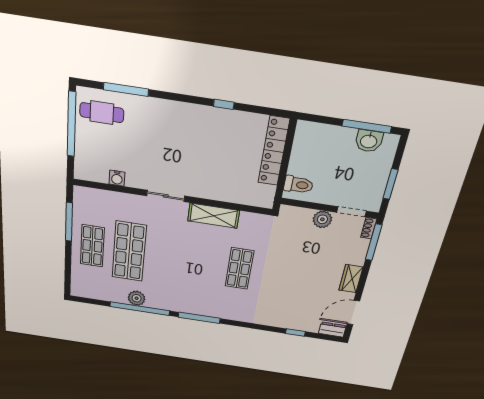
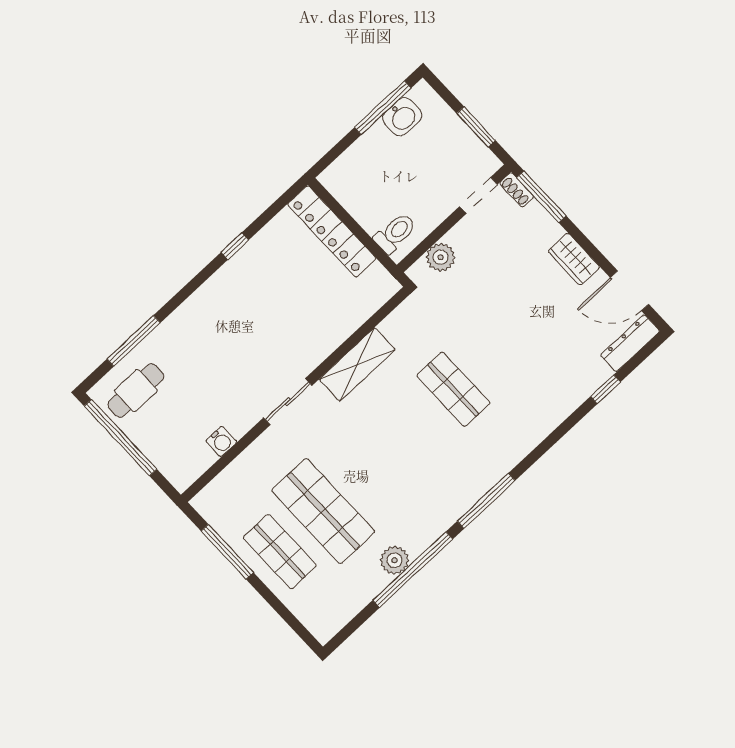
plant: (322, 219) -> (441, 257), moved
door: (353, 313) -> (629, 291), hinge flipped
dresser: (332, 330) -> (630, 343), width x1.44

